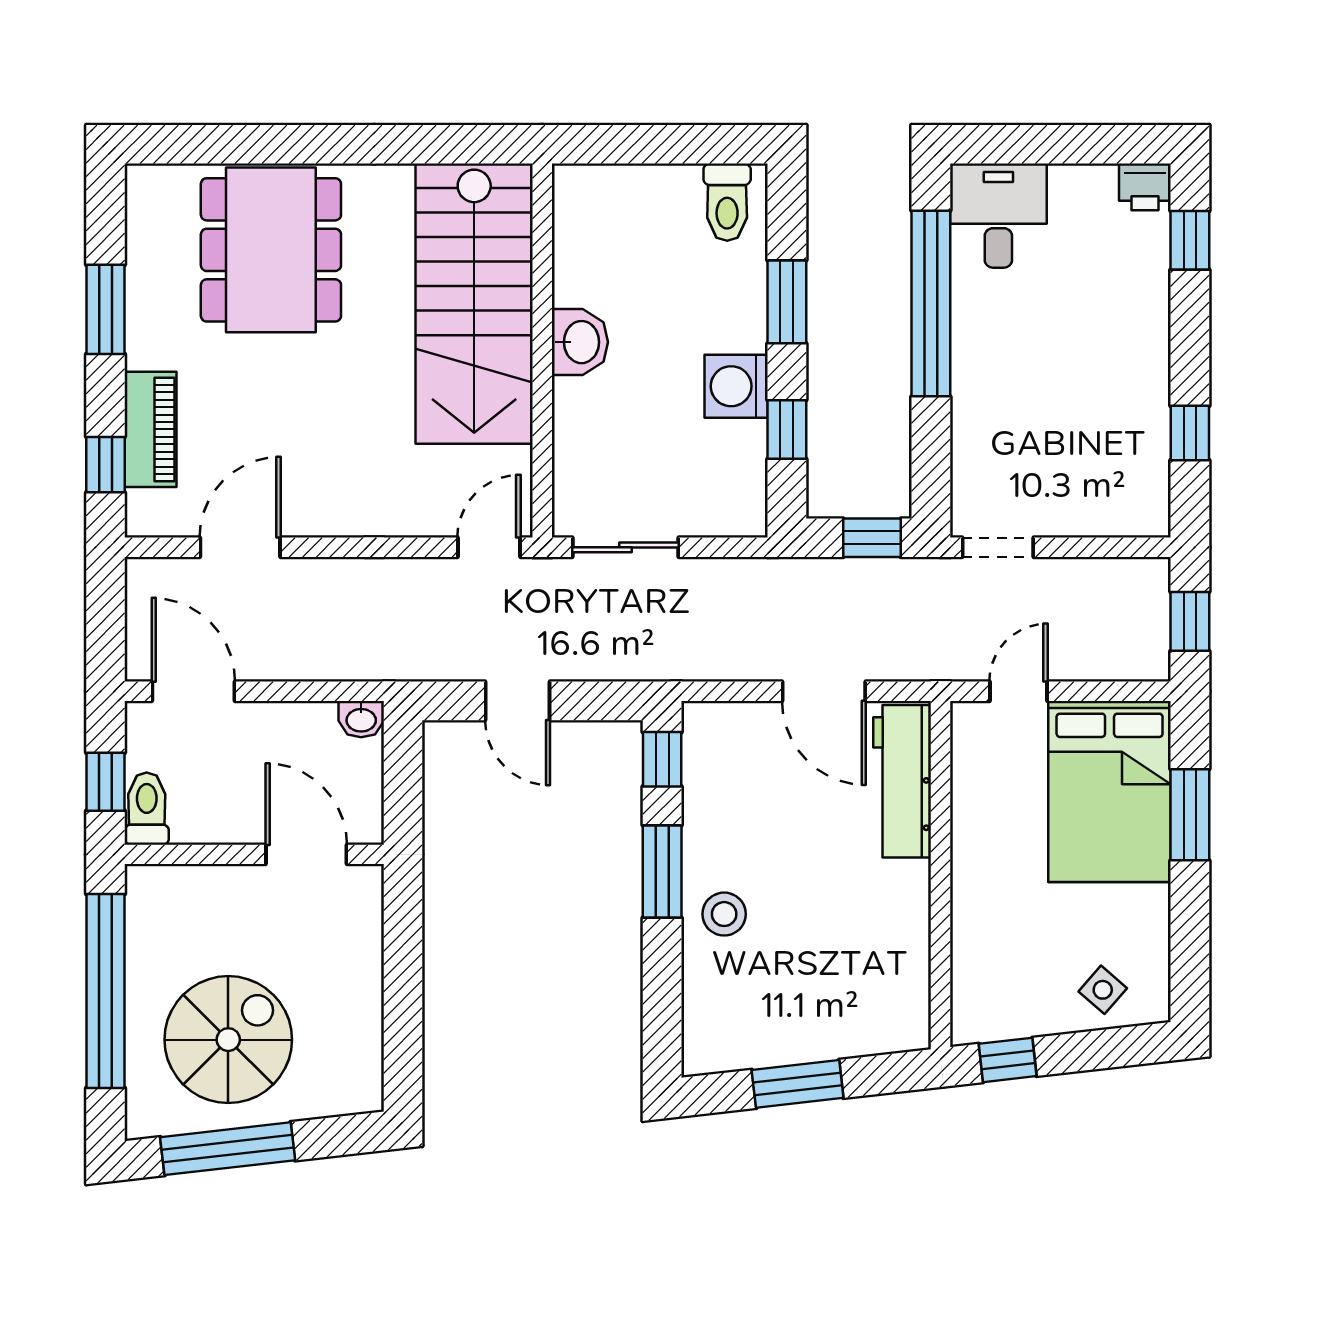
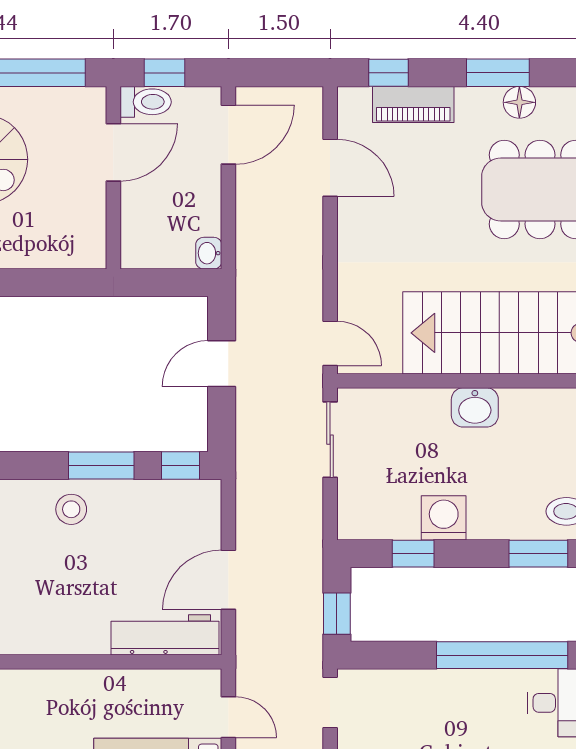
floor lamp: (147, 279) -> (519, 102), added
window: (787, 302) -> (538, 554), moved
door: (306, 854) -> (113, 152), moved

